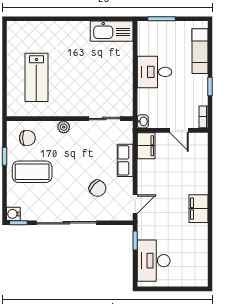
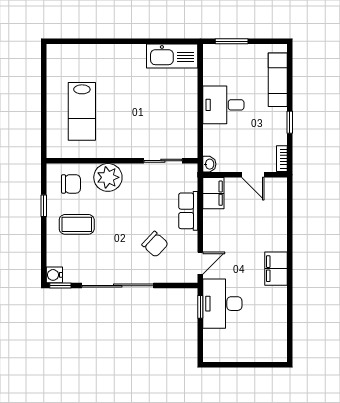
plant: (64, 127) -> (108, 177), width x1.88, depth x1.88
coffee table: (32, 172) -> (77, 224), width x0.73, depth x0.76
desk: (154, 261) -> (222, 304), moved

